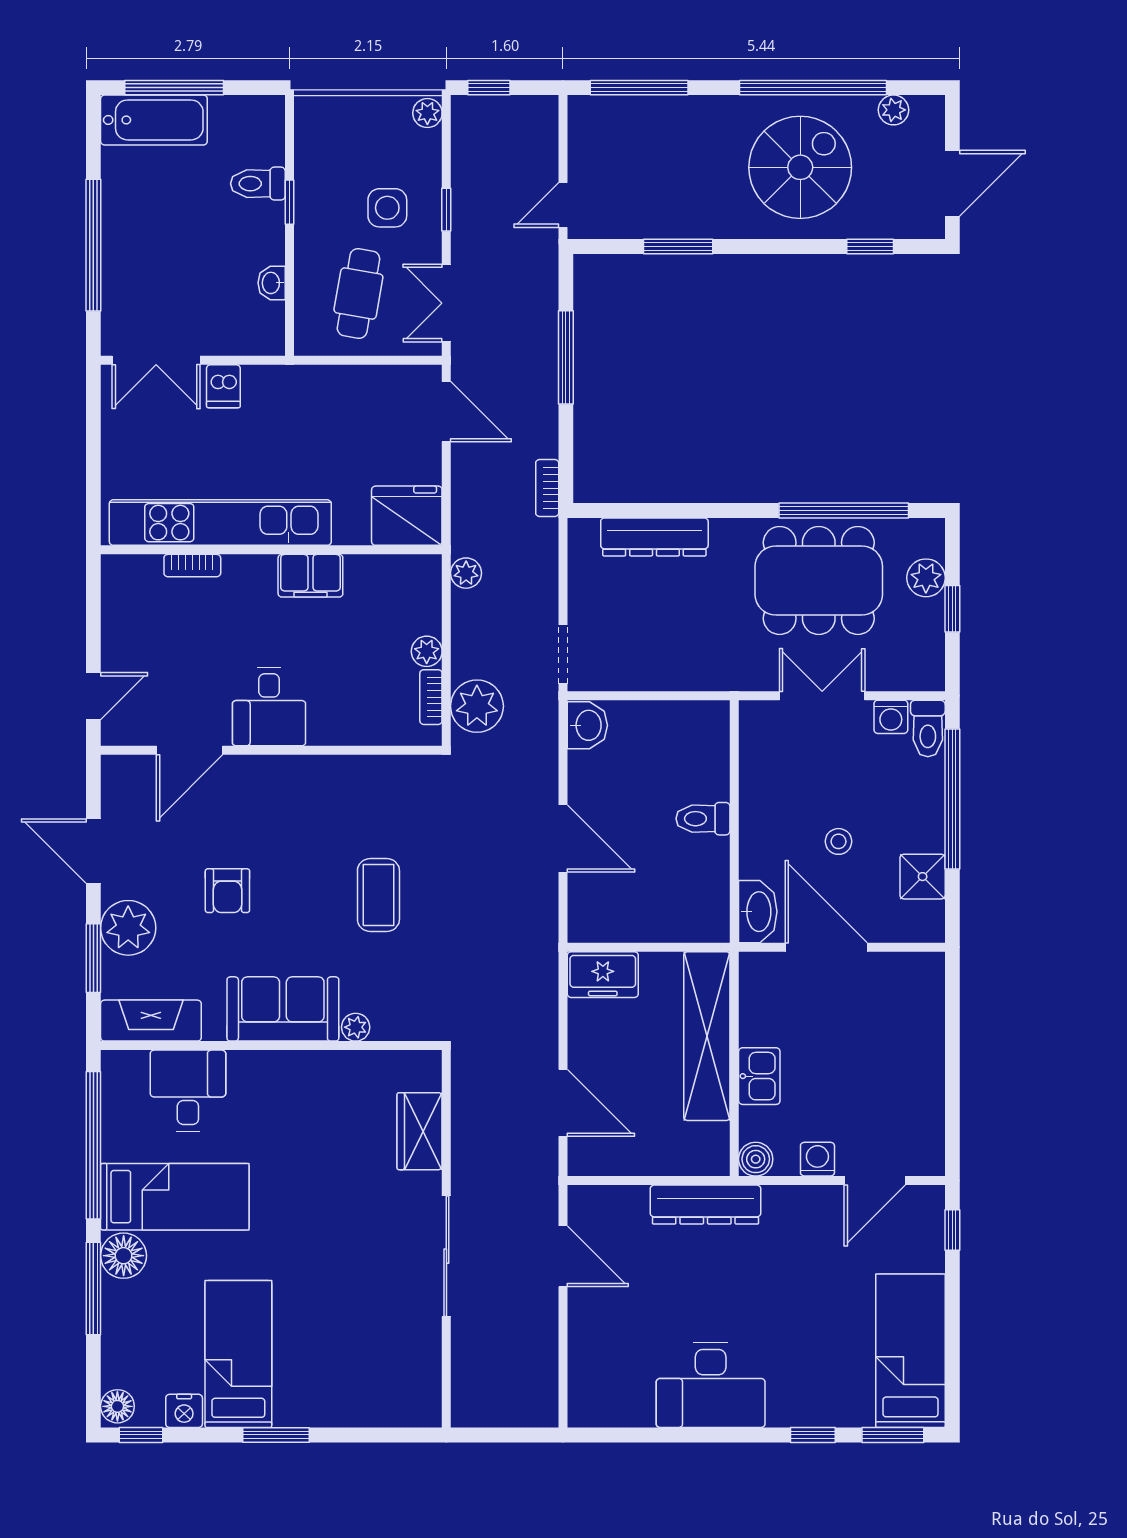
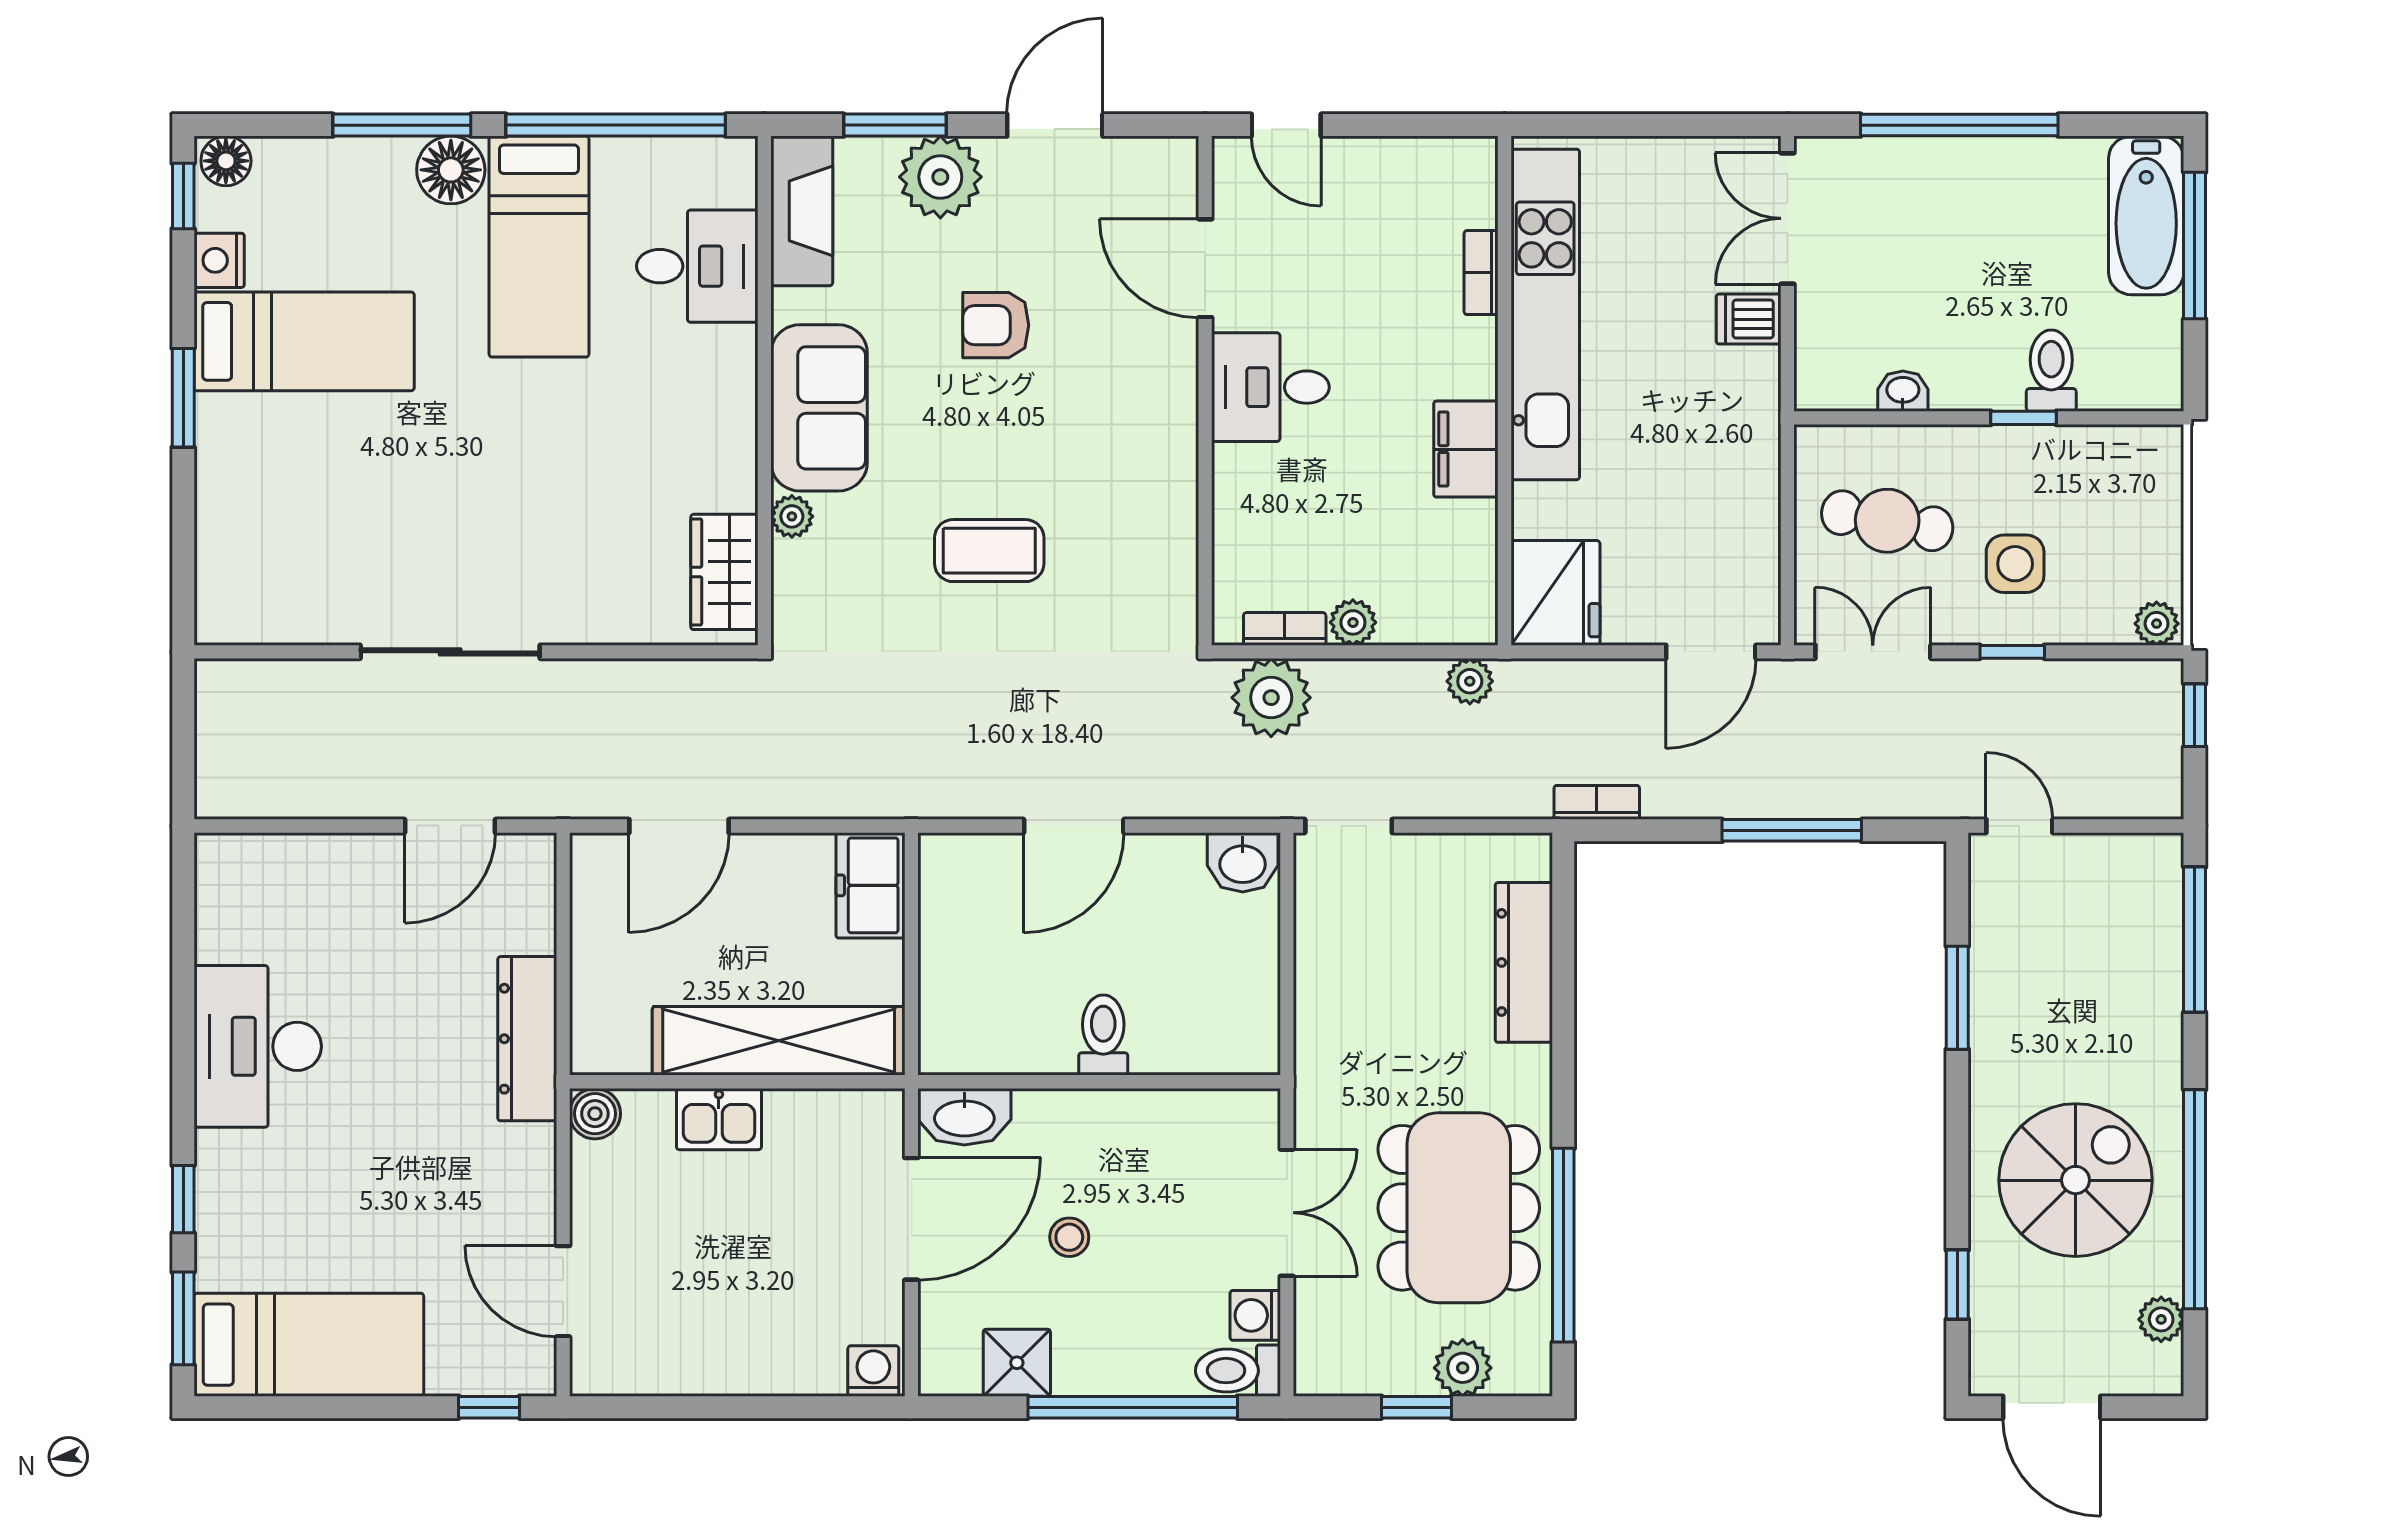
spiral stairs: (800, 167) -> (2076, 1180), turned -90
wardrobe: (420, 1131) -> (724, 572), moved, turned -90
washing machine: (817, 1159) -> (873, 1371), moved, turned -90

